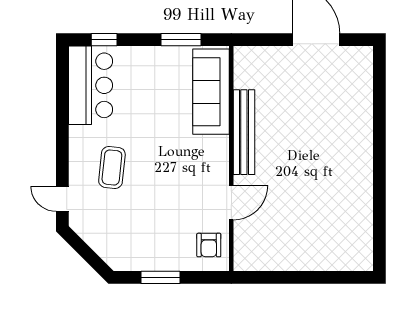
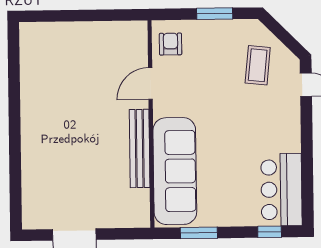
sofa: (211, 92) -> (175, 171), width x1.36, depth x1.27
coffee table: (112, 167) -> (258, 65), moved

